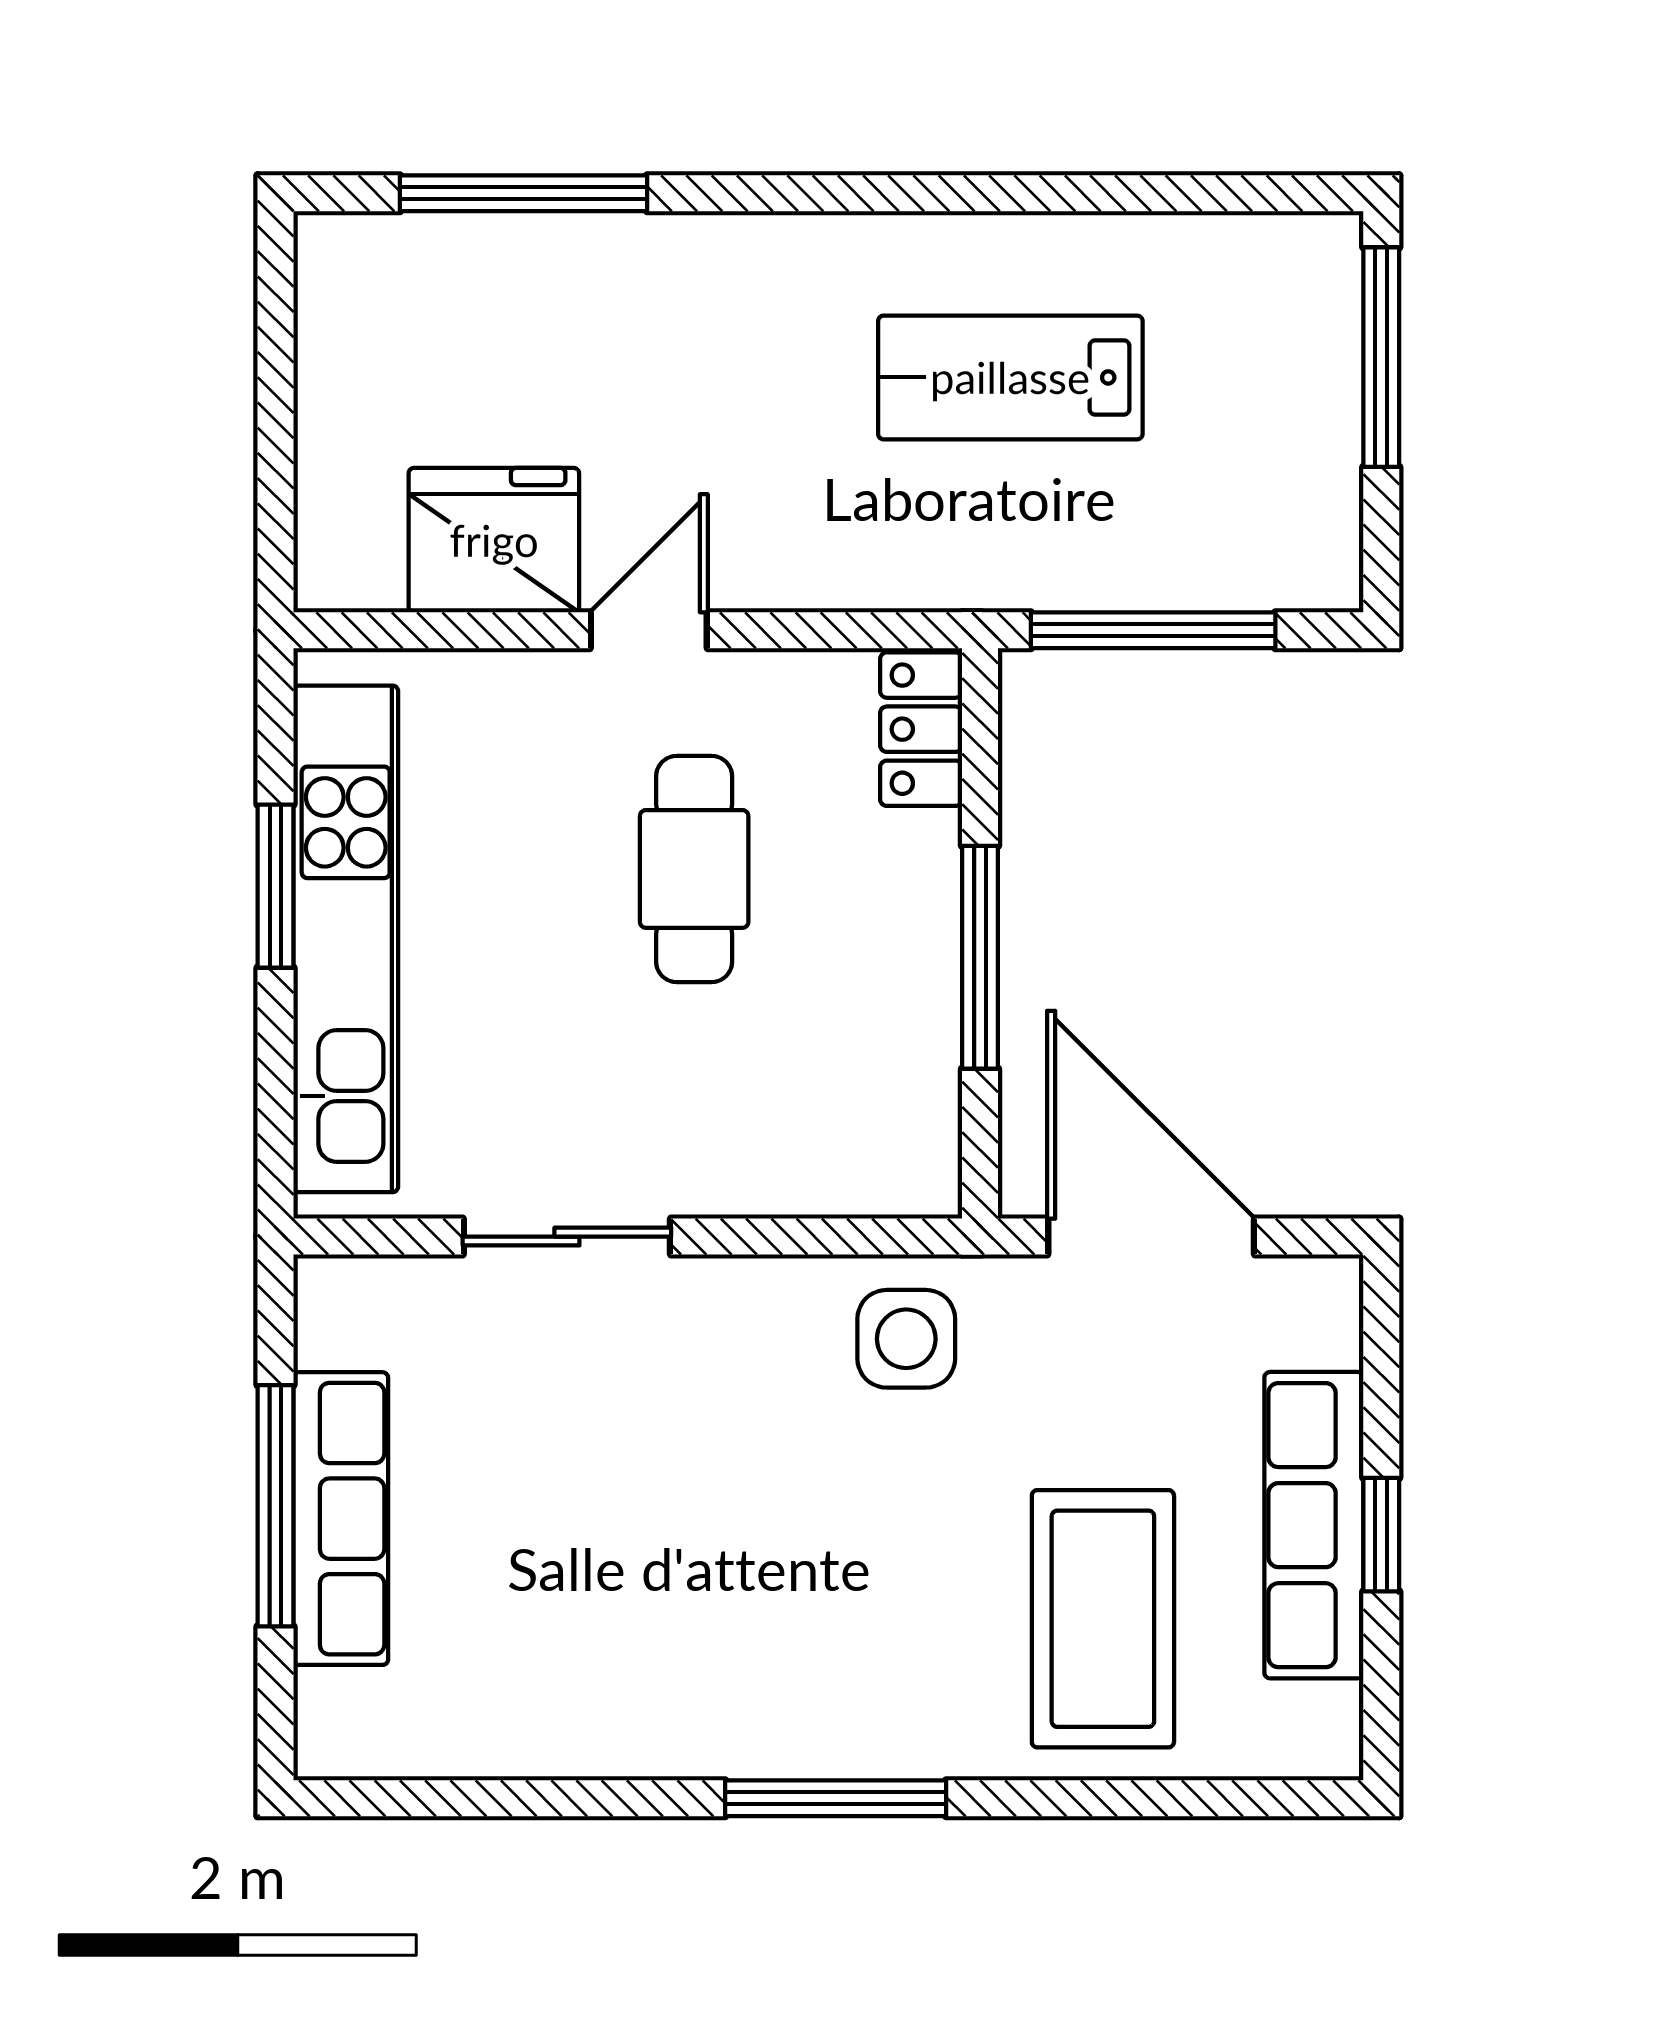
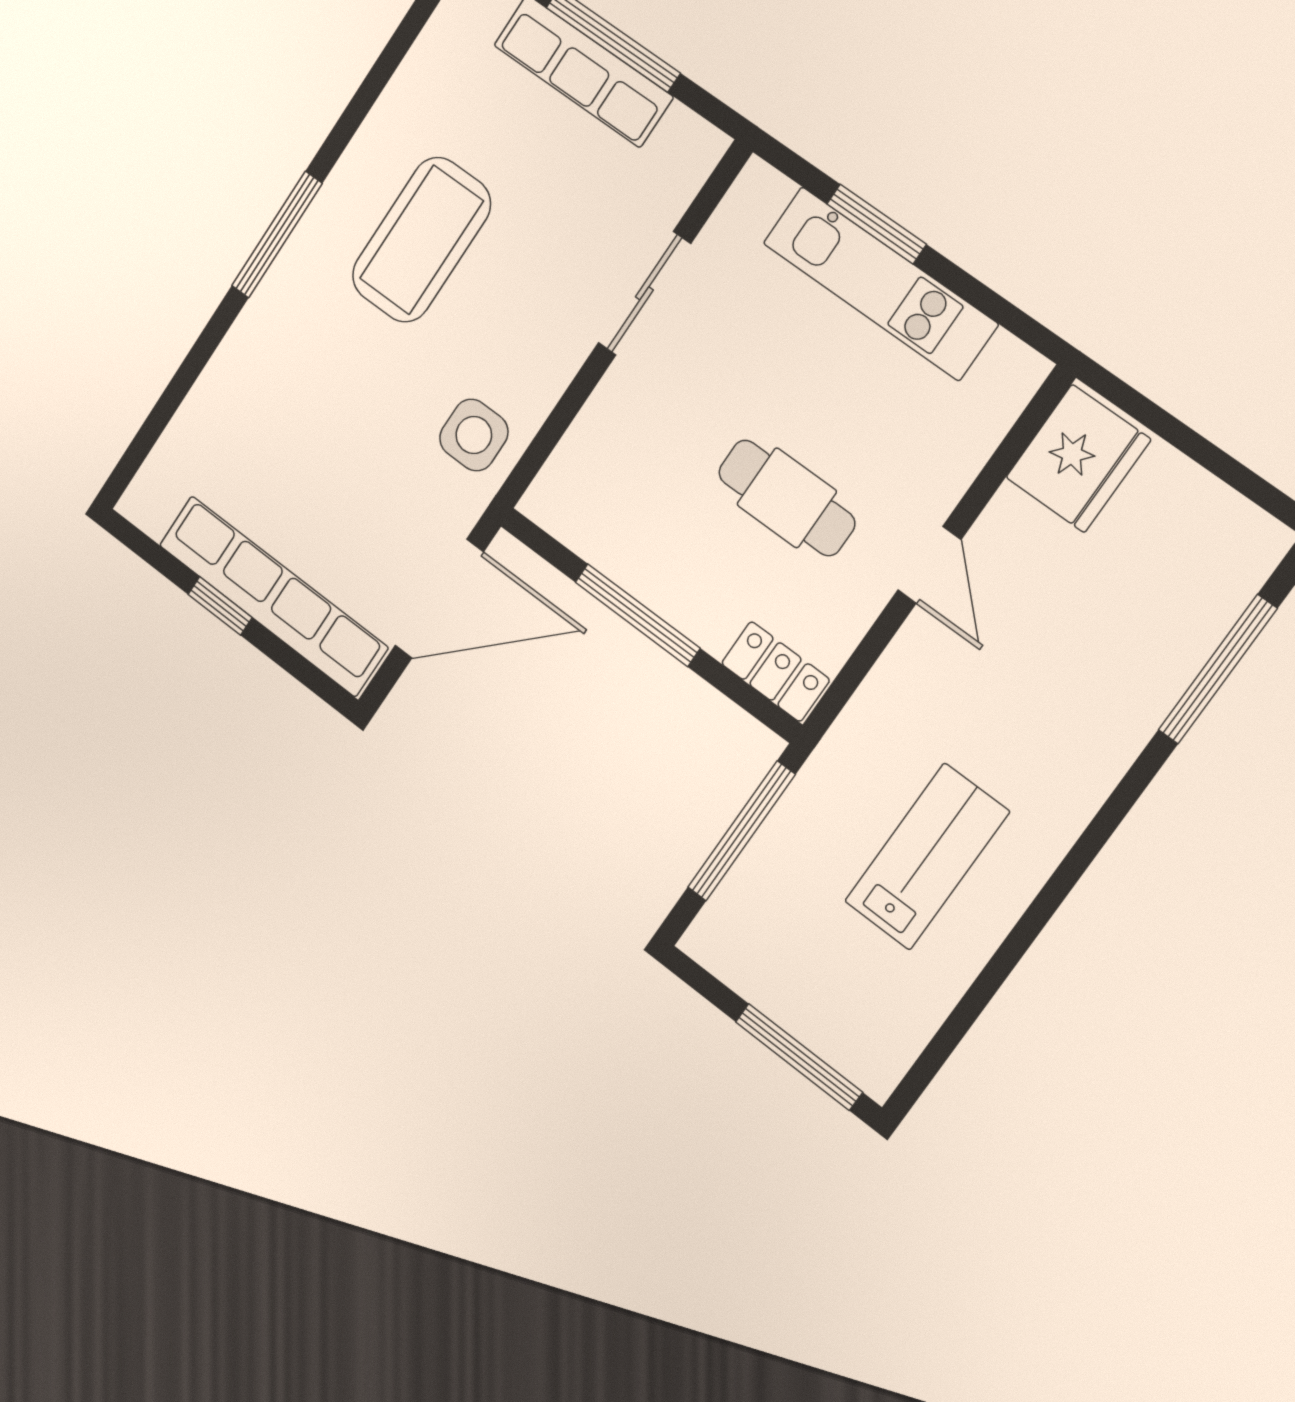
fridge: (494, 540) -> (1078, 459), moved
window: (276, 886) -> (877, 224), moved
kitchen unit: (346, 939) -> (880, 283), width x0.73
row of seats: (1314, 1525) -> (273, 596), width x1.36
coffee table: (1103, 1619) -> (421, 240), moved, turned 90

